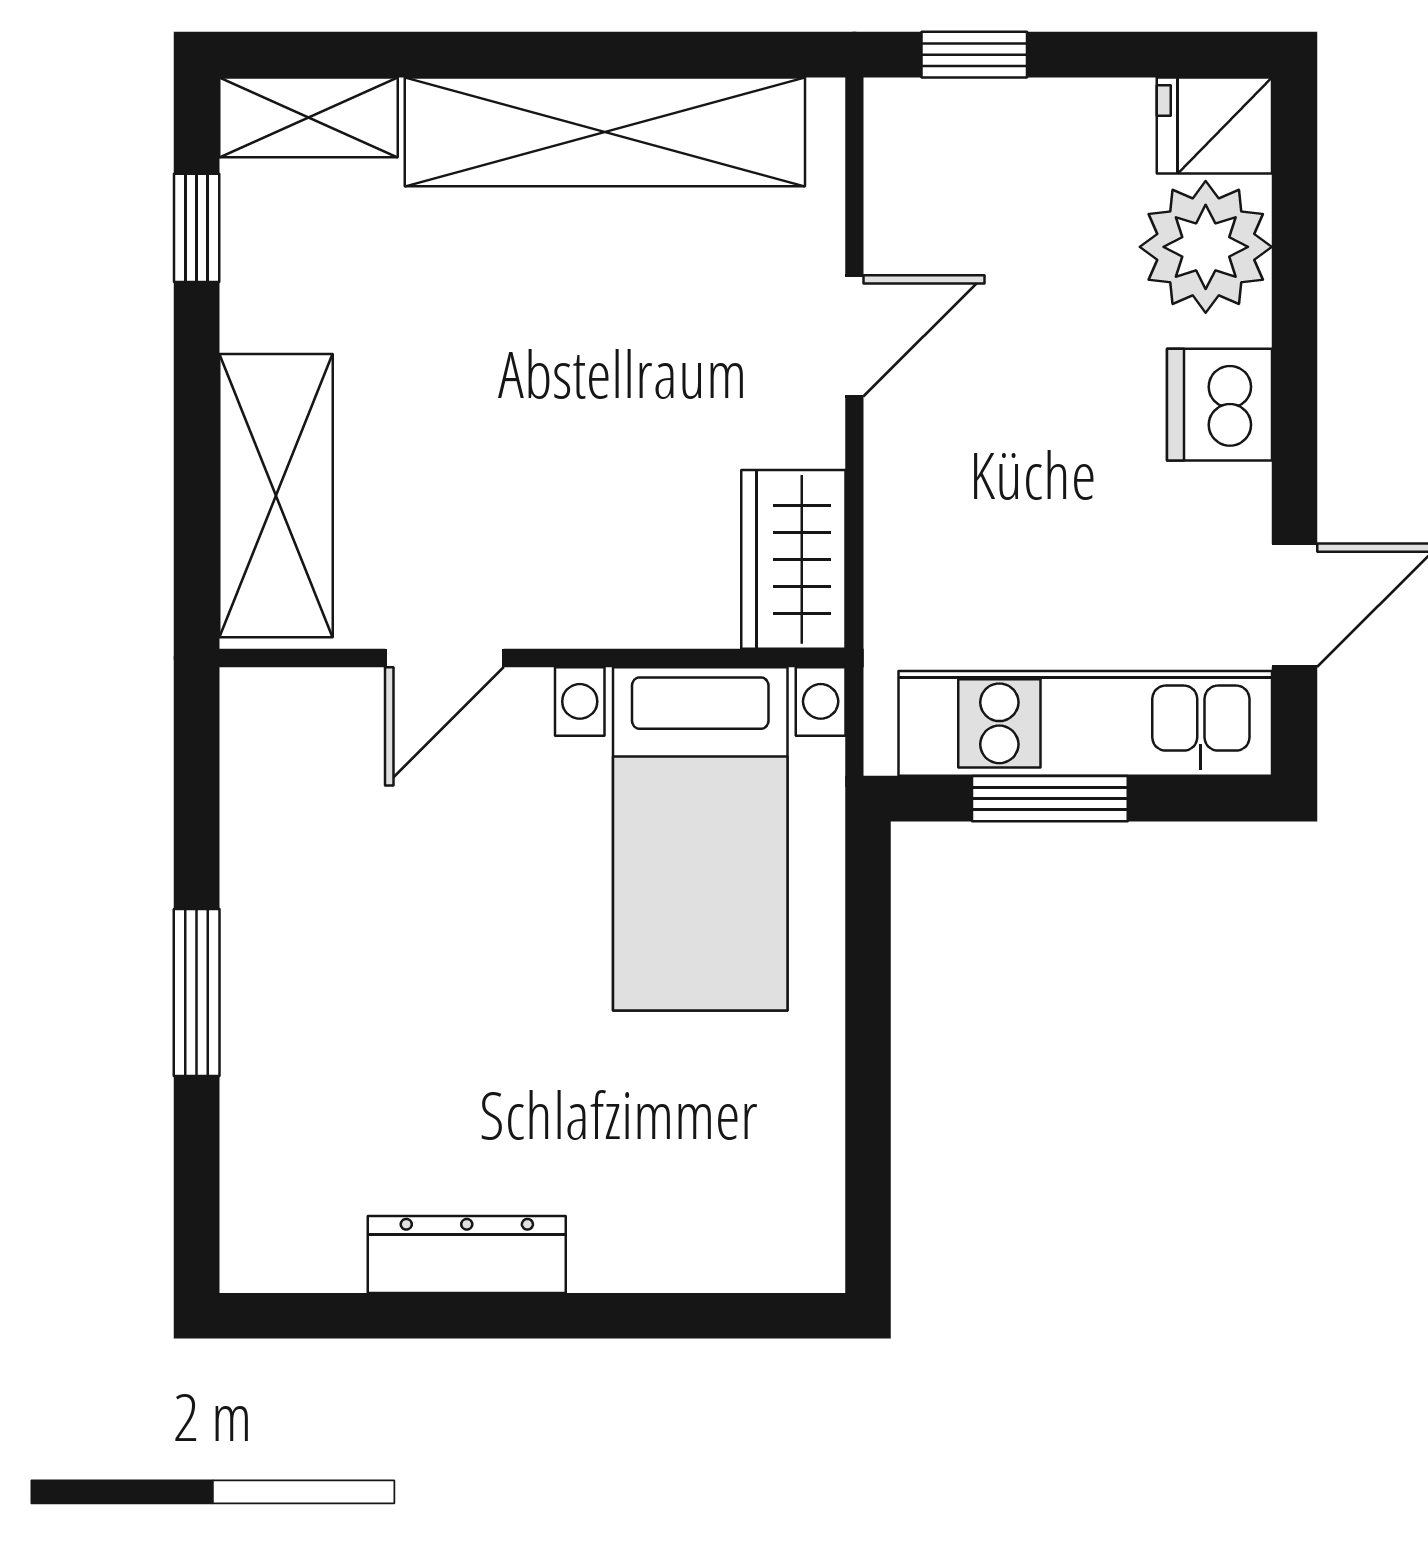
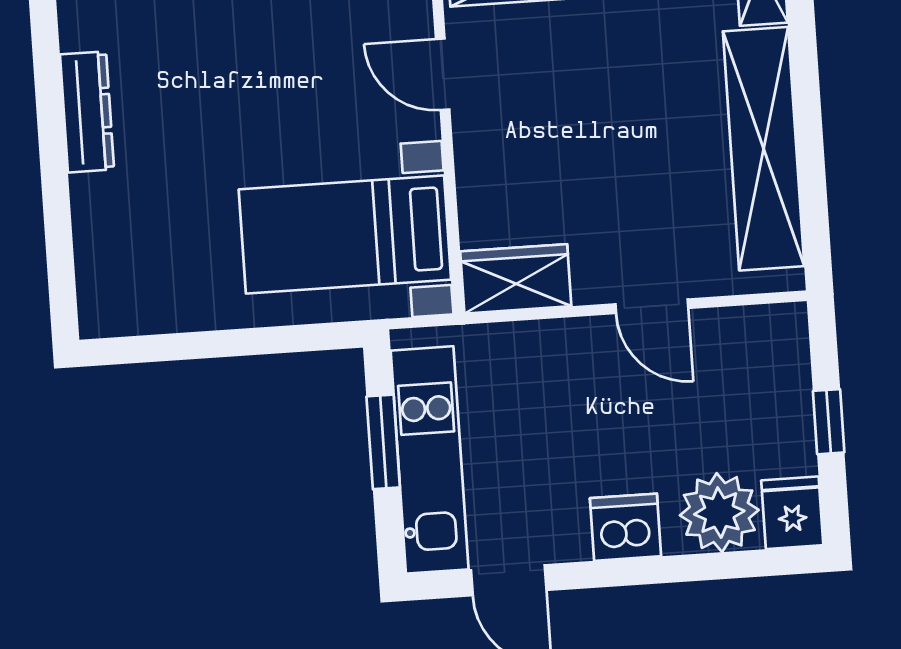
window: (974, 55) -> (829, 422), moved

